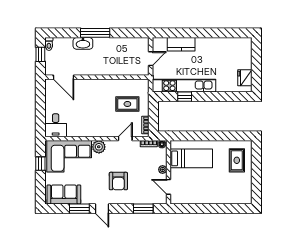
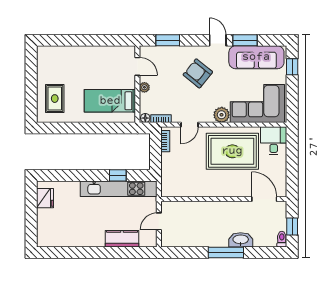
rug: (127, 104) -> (232, 151), moved, width x1.86, depth x2.06
window: (40, 164) -> (292, 67), moved
armchair: (118, 181) -> (198, 73), turned -51
sofa: (64, 194) -> (256, 57), width x1.36

